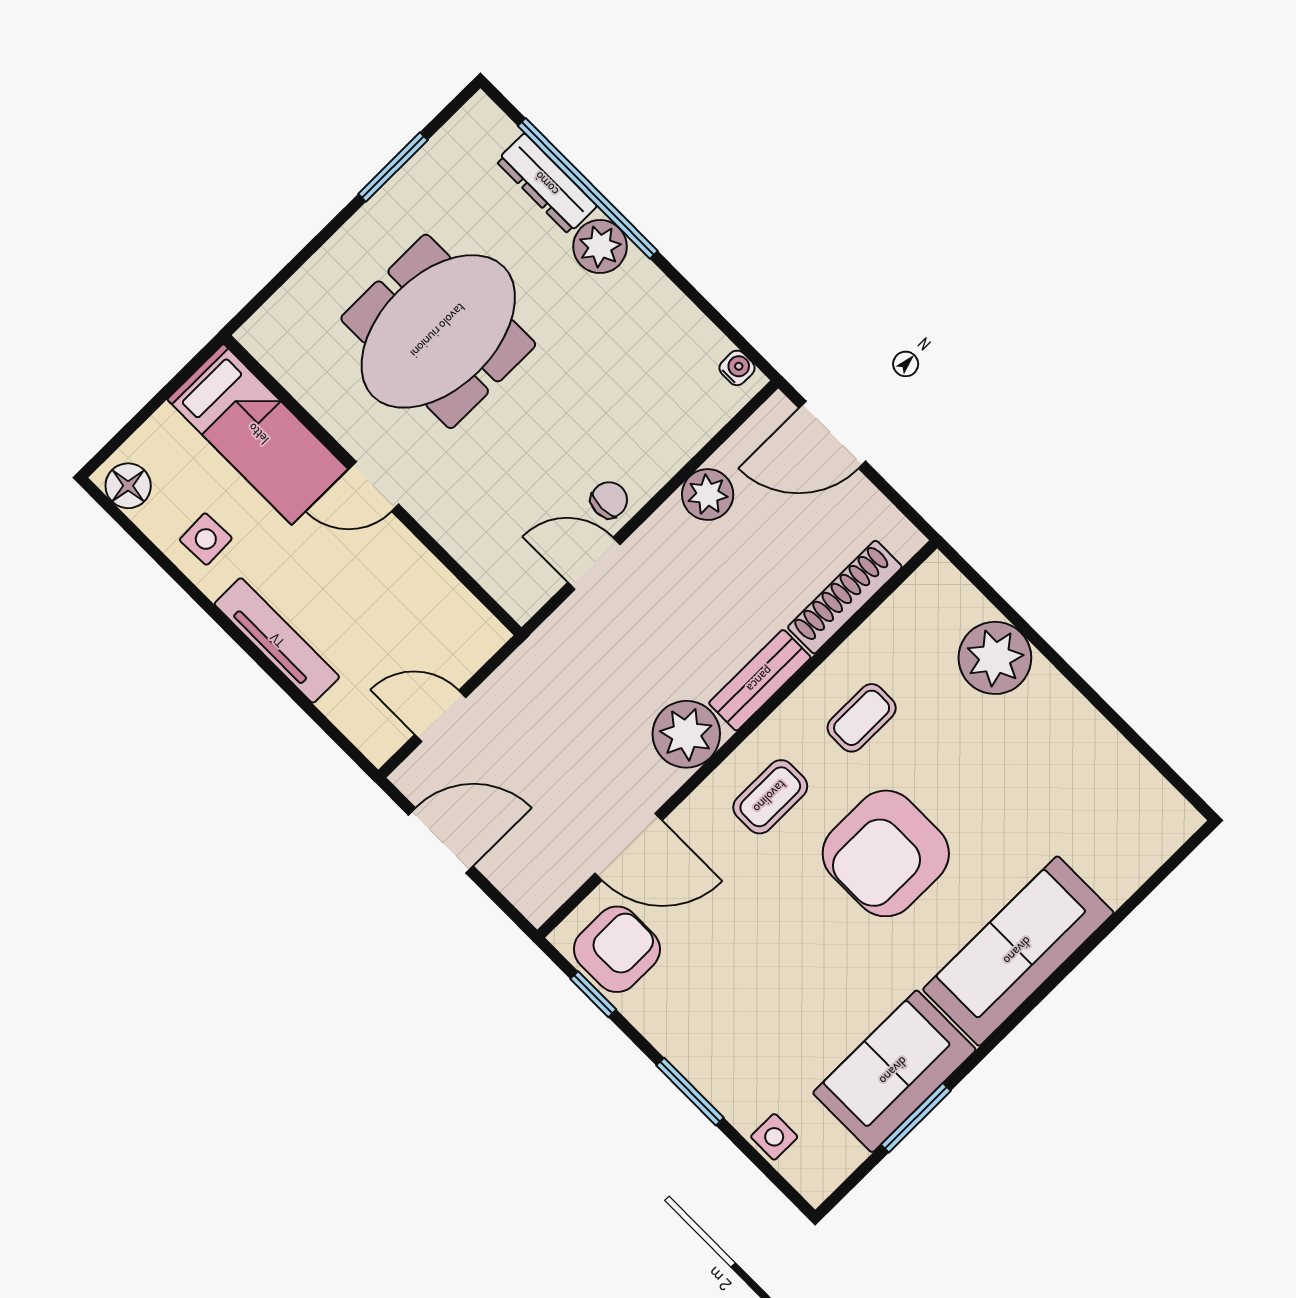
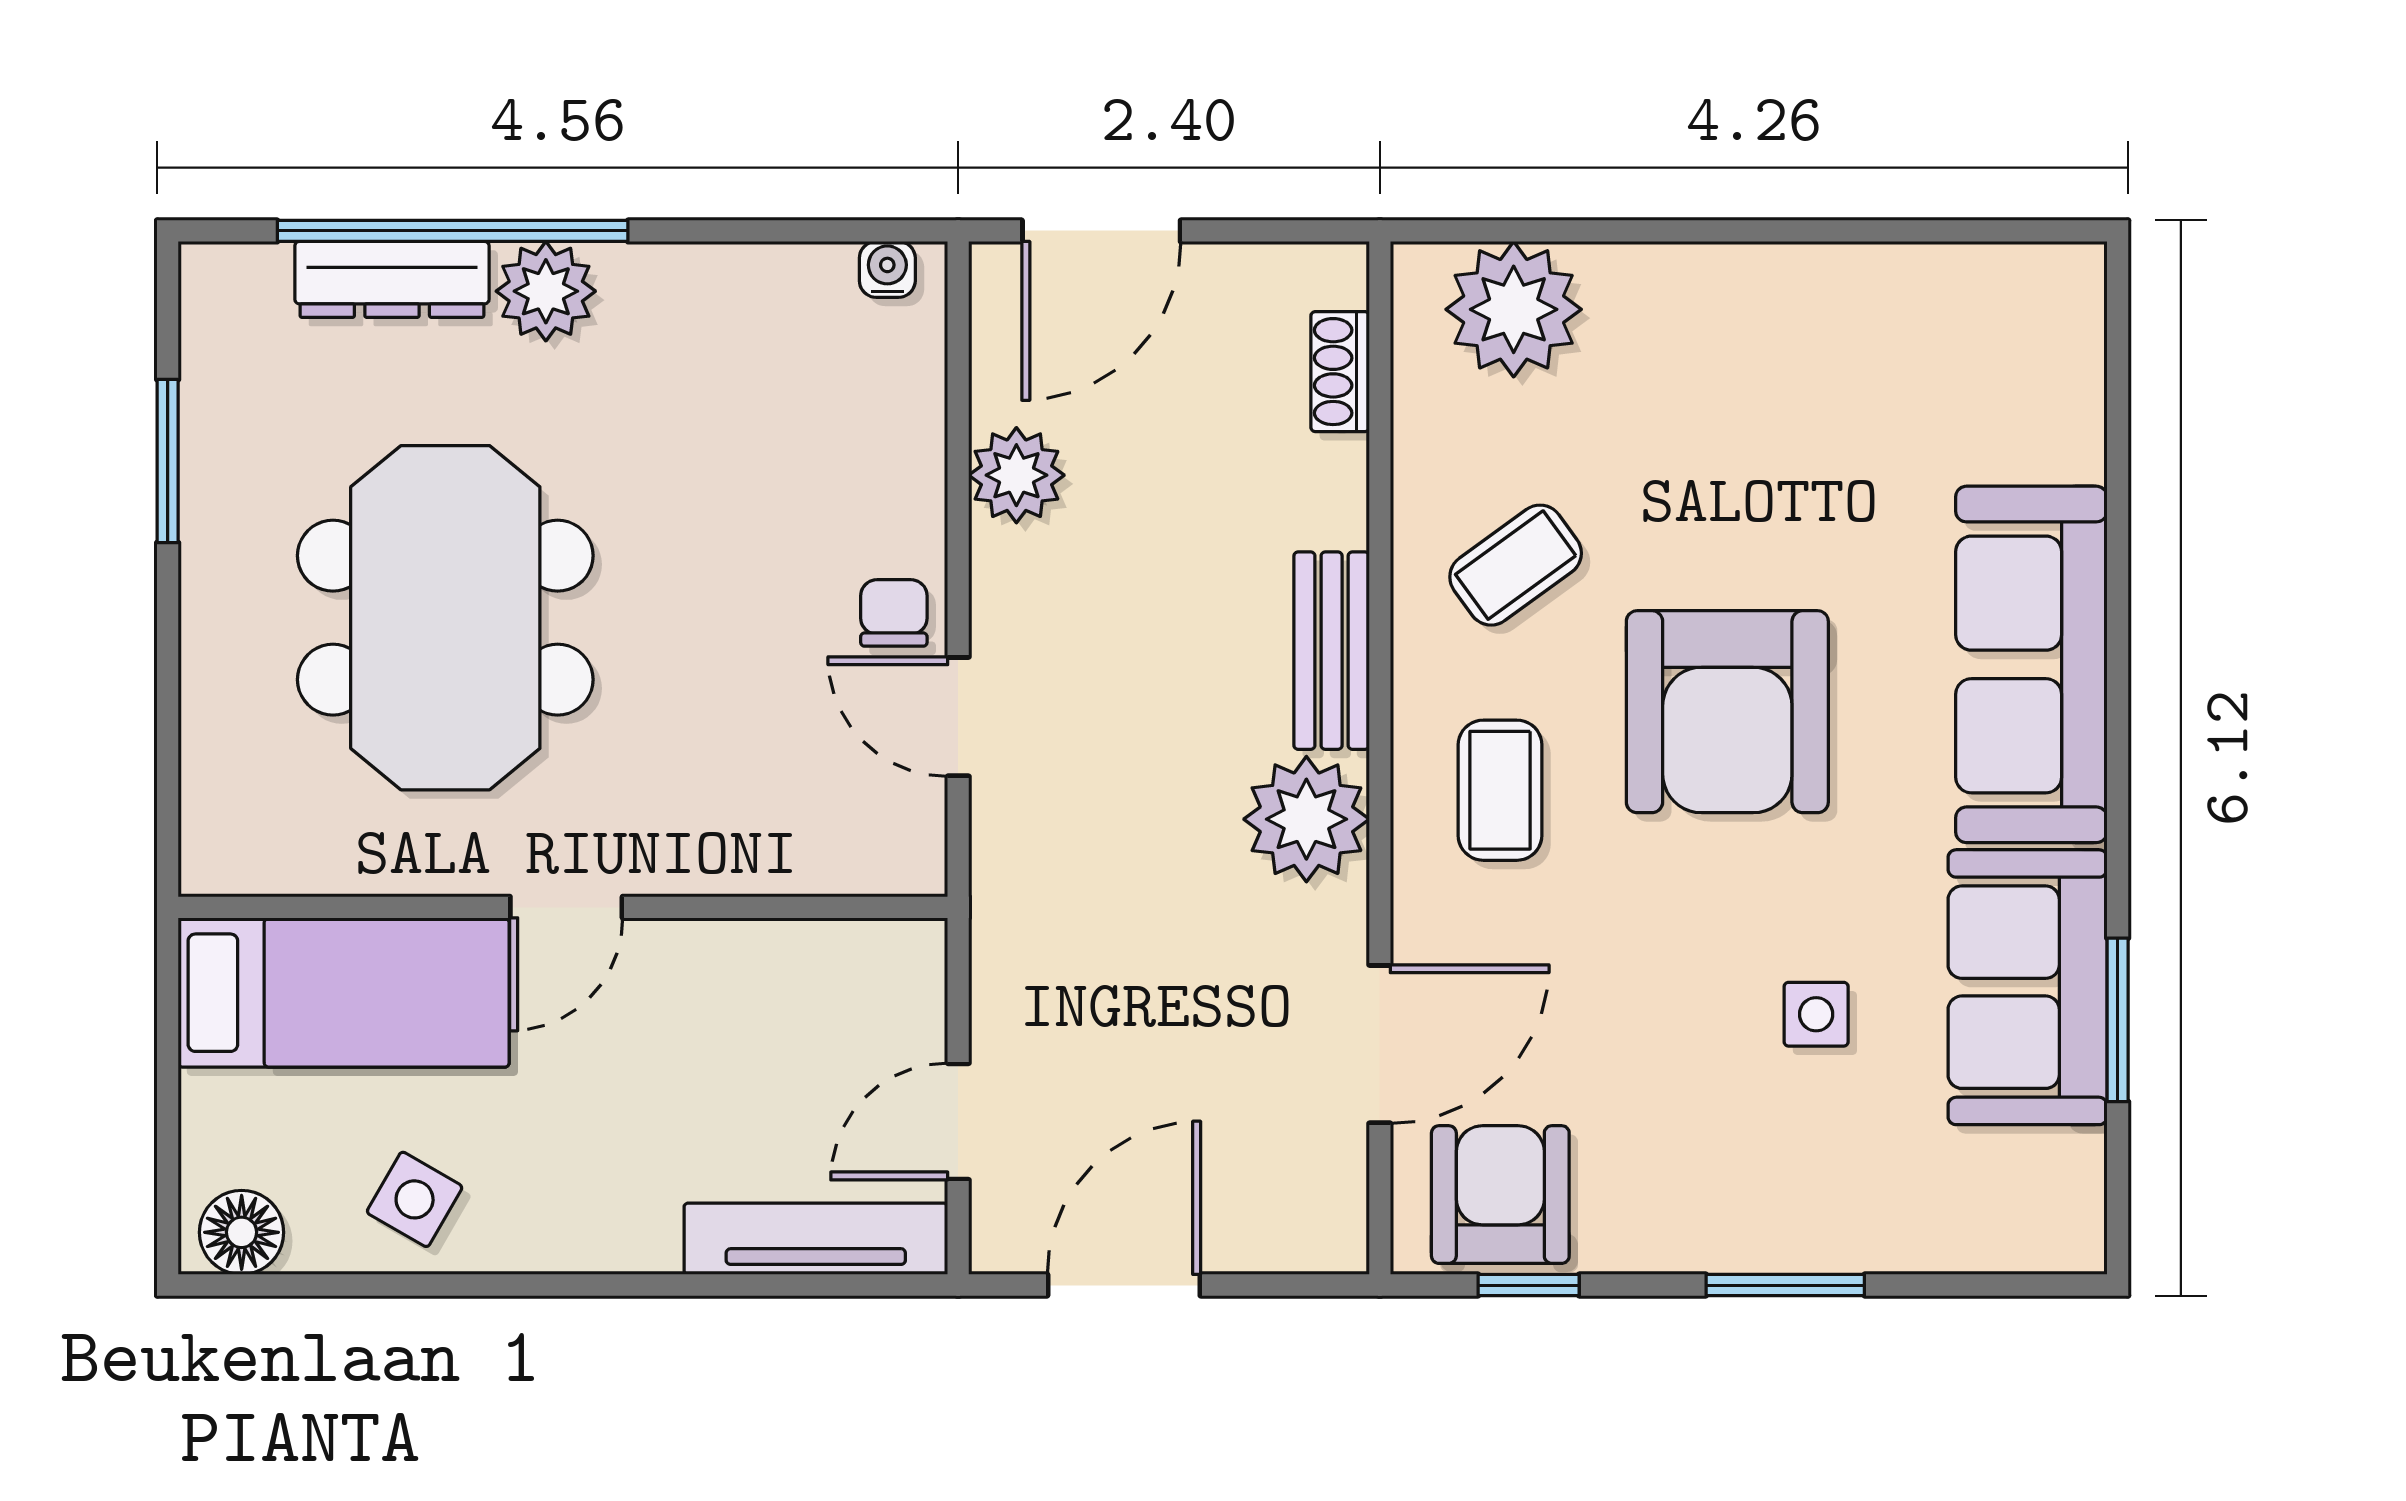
side table: (206, 539) -> (415, 1199), turned 32
door: (594, 563) -> (958, 717), hinge flipped
shoe rack: (845, 597) -> (1340, 372), width x0.51, depth x0.81
tv unit: (277, 640) -> (816, 1239), moved
plant: (995, 658) -> (1514, 309), moved
coffee table: (862, 718) -> (1516, 565), turned 54
side table: (774, 1137) -> (1816, 1014), moved

